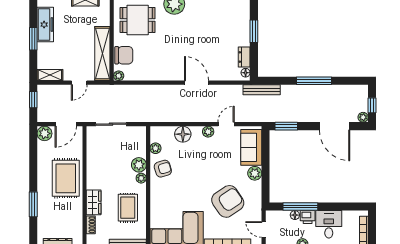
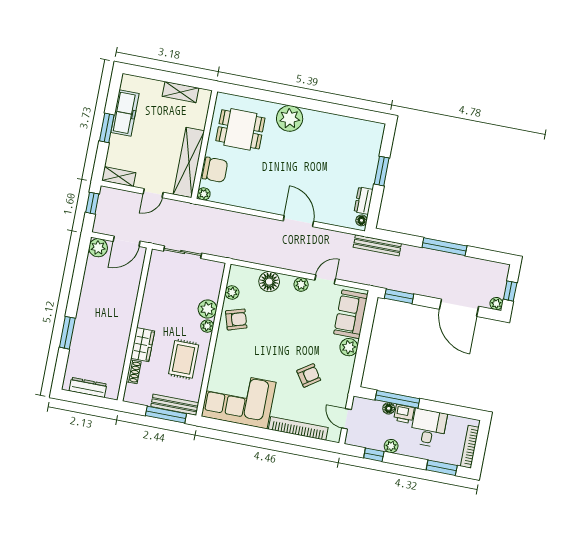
rug: (66, 178) -> (114, 308), removed
armchair: (228, 201) -> (309, 375), width x0.53, depth x0.53

